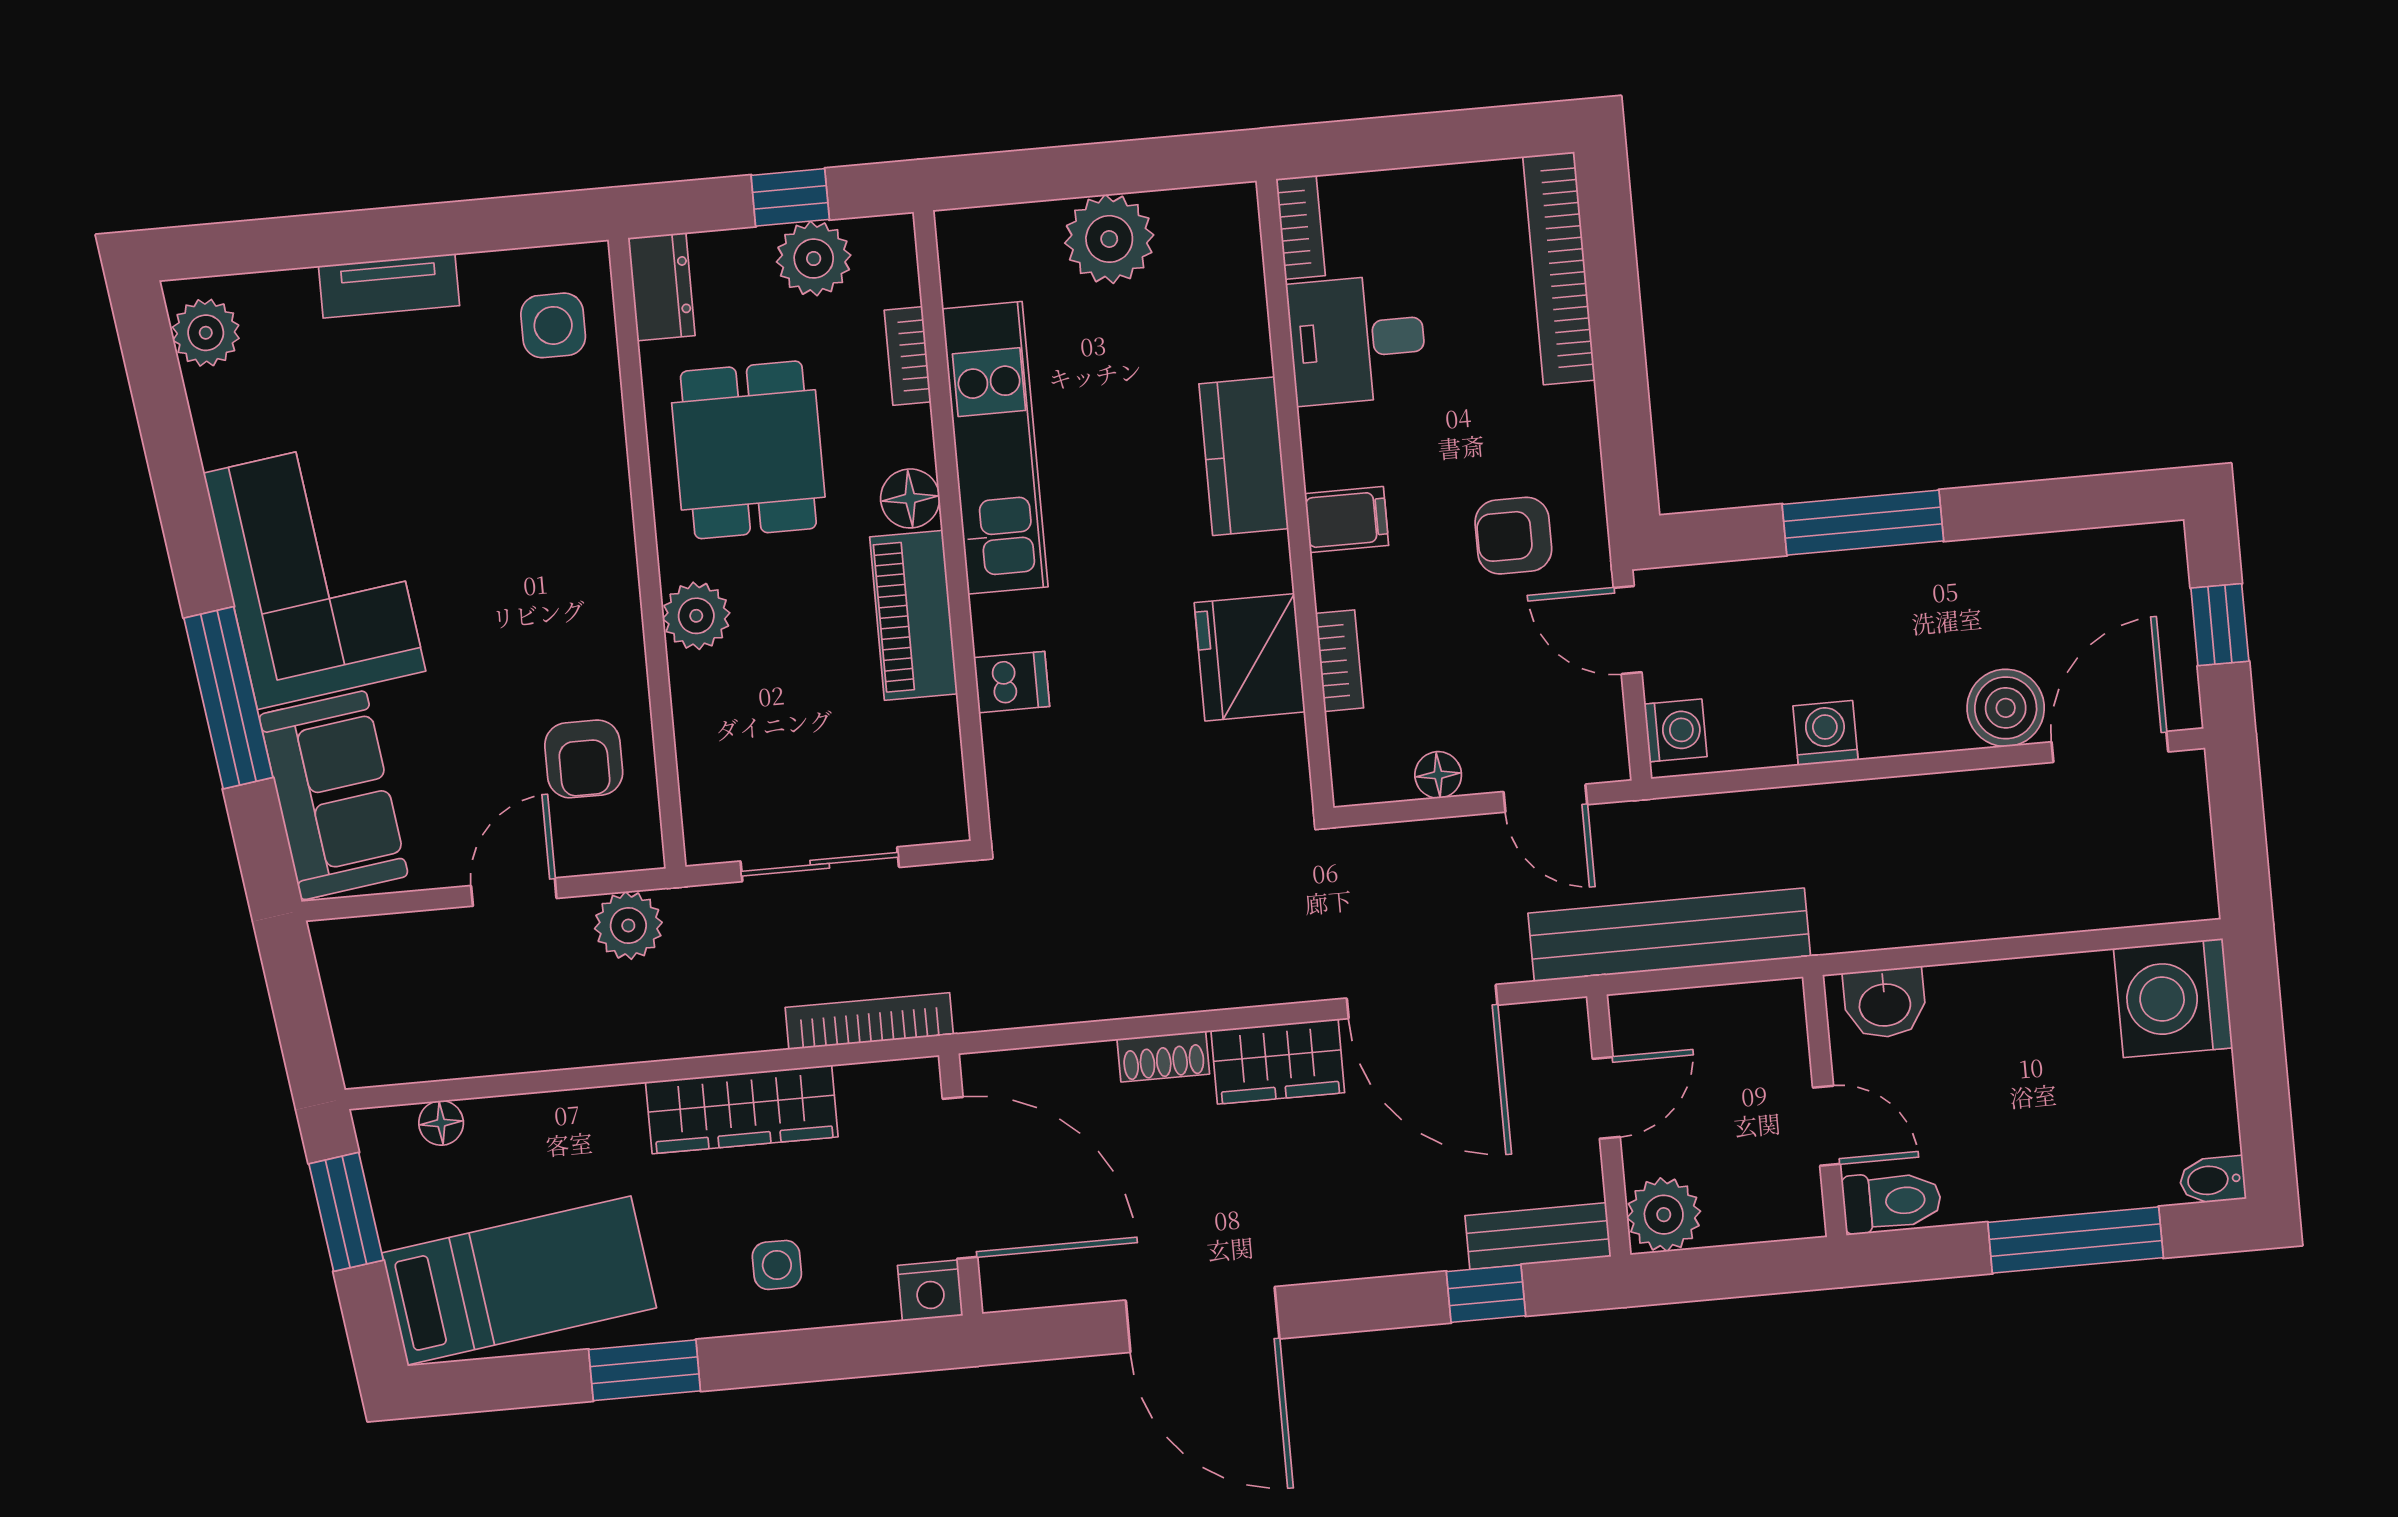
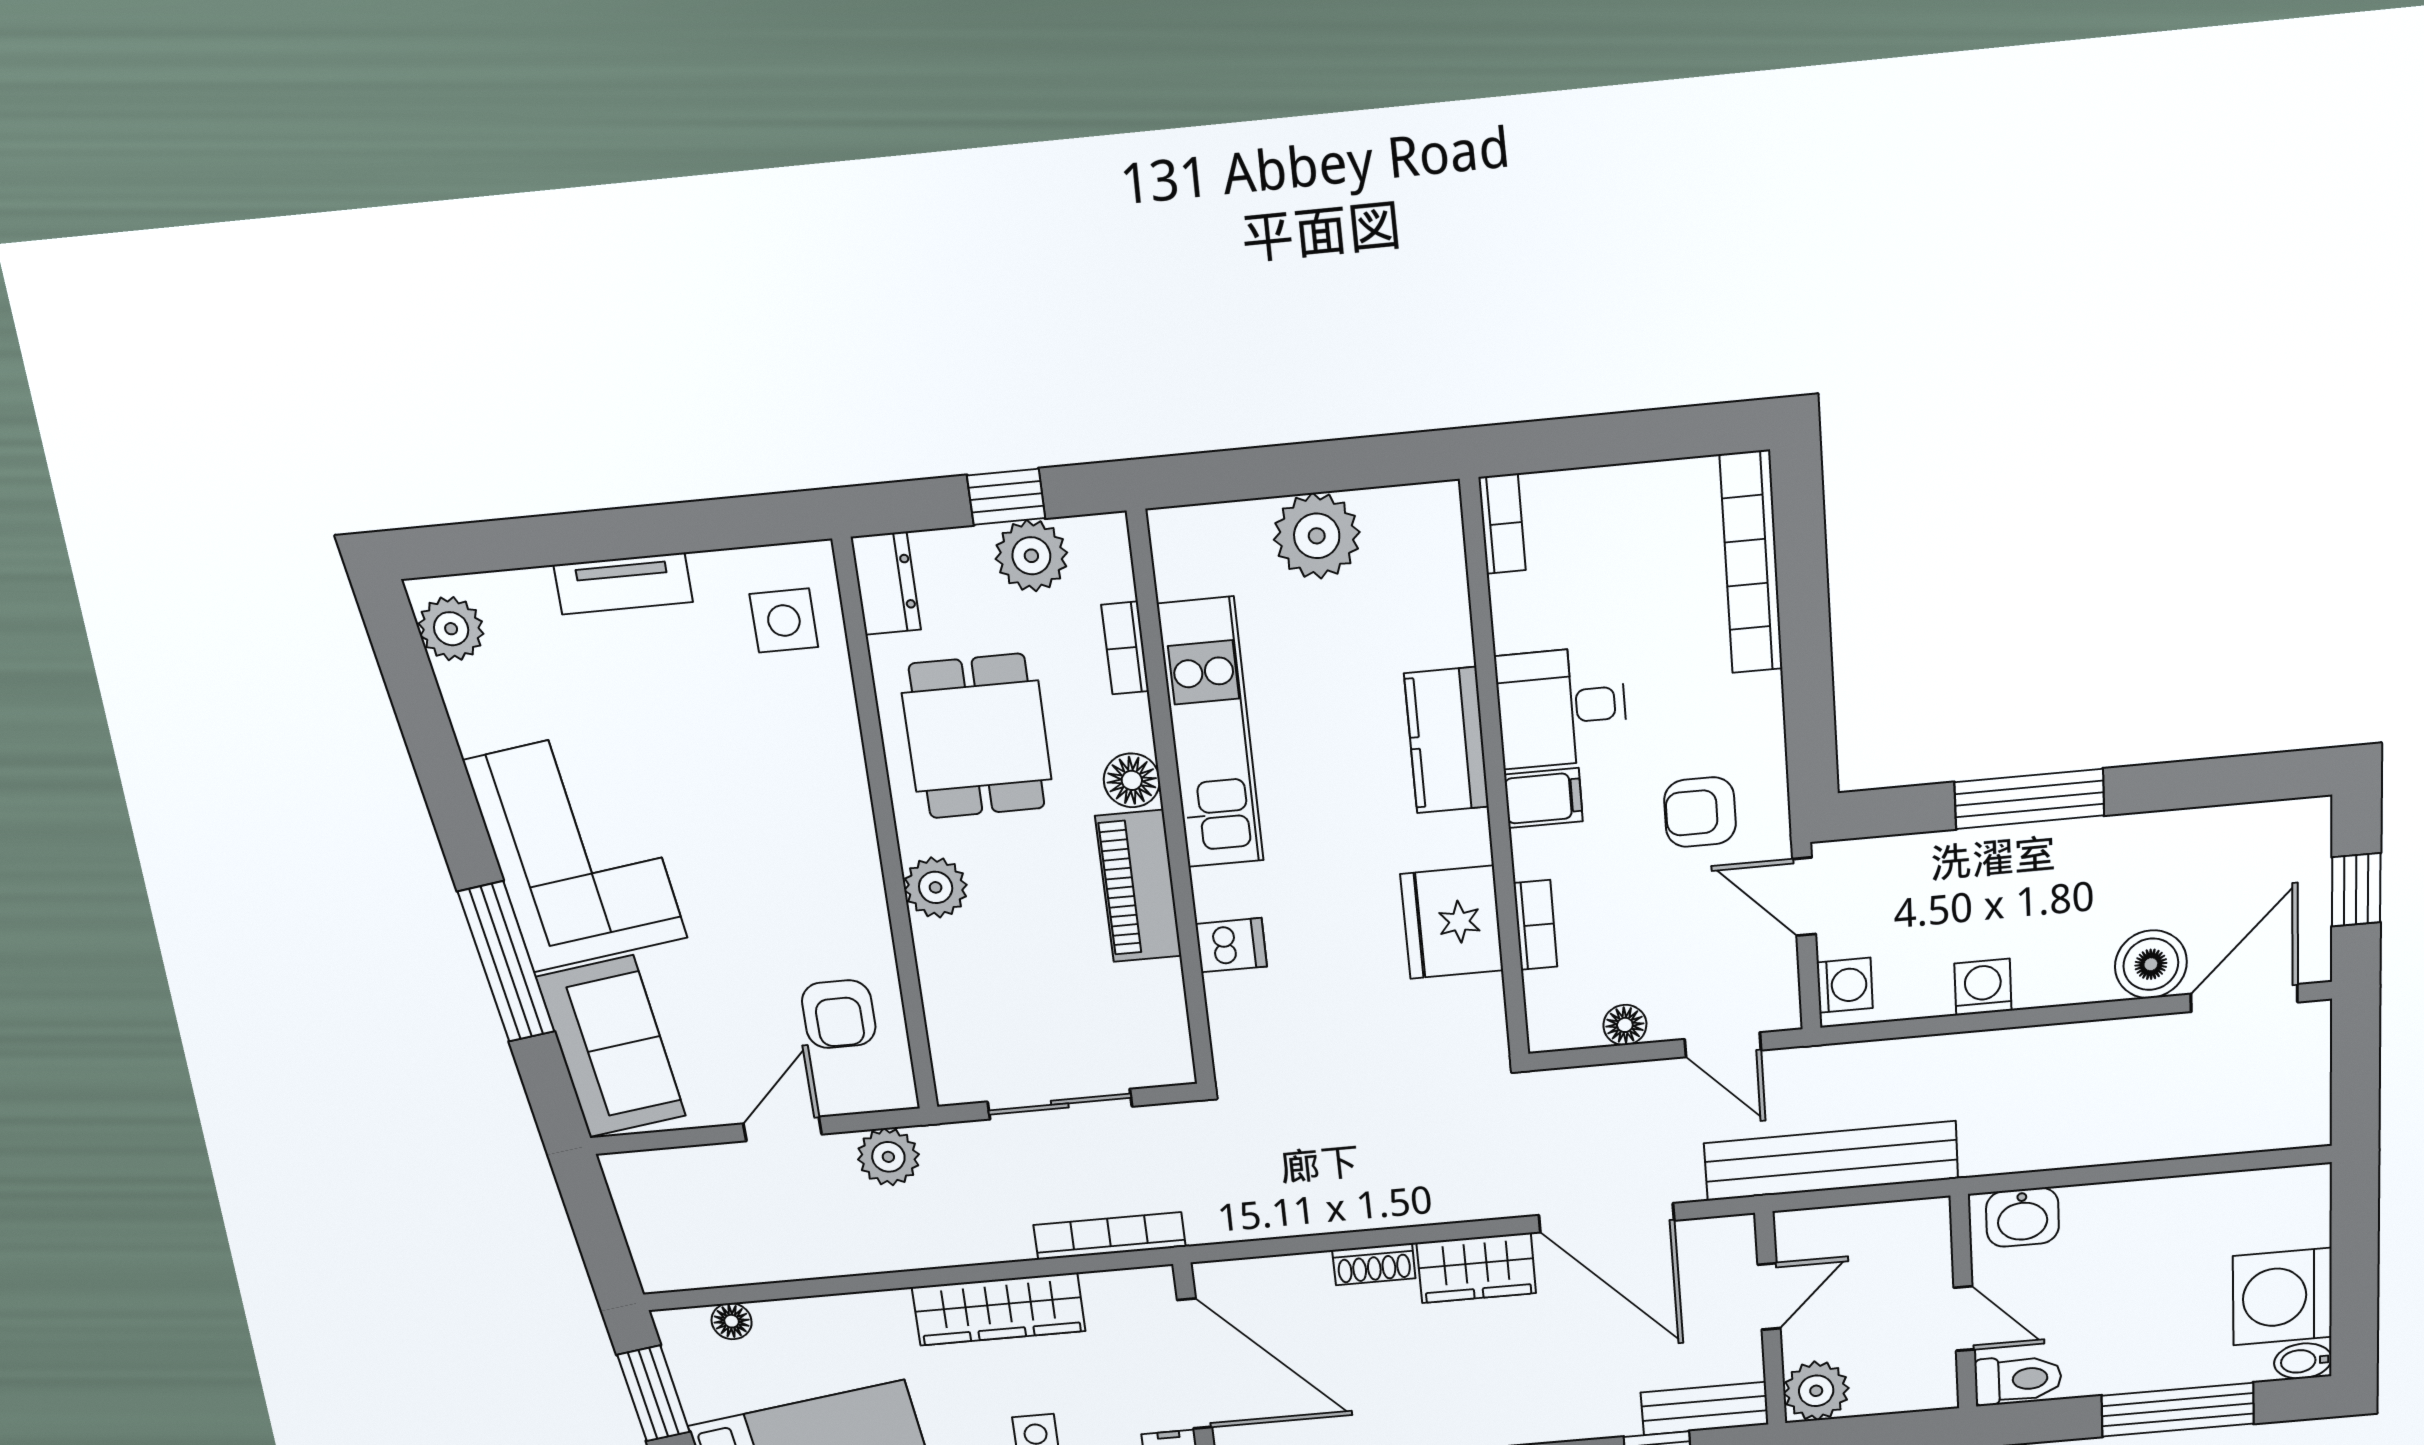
desk: (1357, 340) -> (1562, 707), moved
washing machine: (2173, 998) -> (2282, 1297), moved

